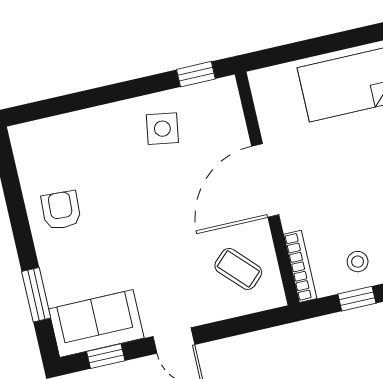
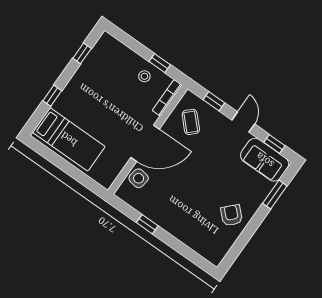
window: (196, 74) -> (147, 224), moved
side table: (162, 129) -> (139, 178), moved
armchair: (61, 210) -> (232, 215), turned 131
window: (238, 326) -> (214, 101), added

